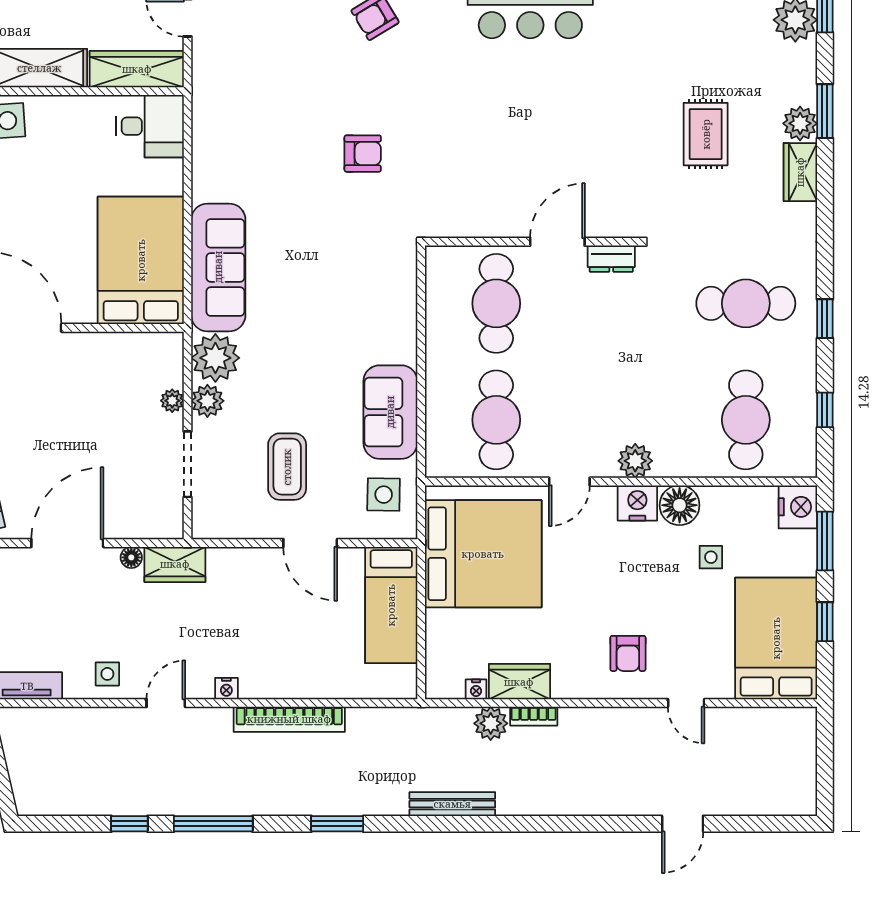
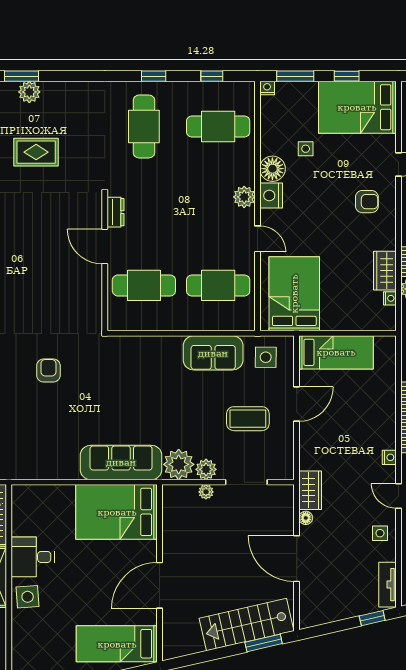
desk: (150, 126) -> (33, 557), moved, turned -90
wardrobe: (800, 172) -> (60, 92), removed
nightstand: (798, 507) -> (267, 88), width x0.53, depth x0.56
bed: (483, 554) -> (294, 294), width x0.73

